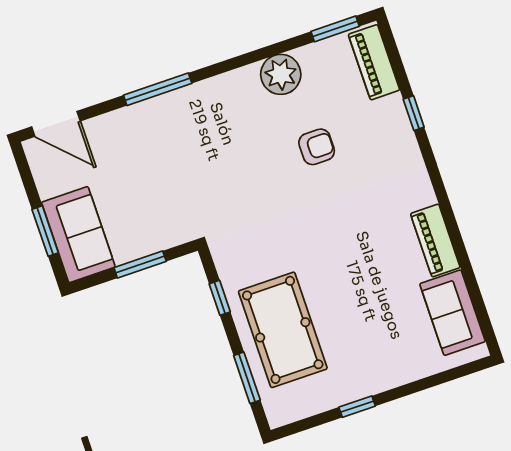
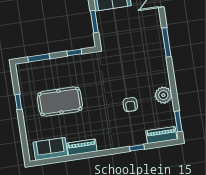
pool table: (283, 330) -> (60, 102), moved

